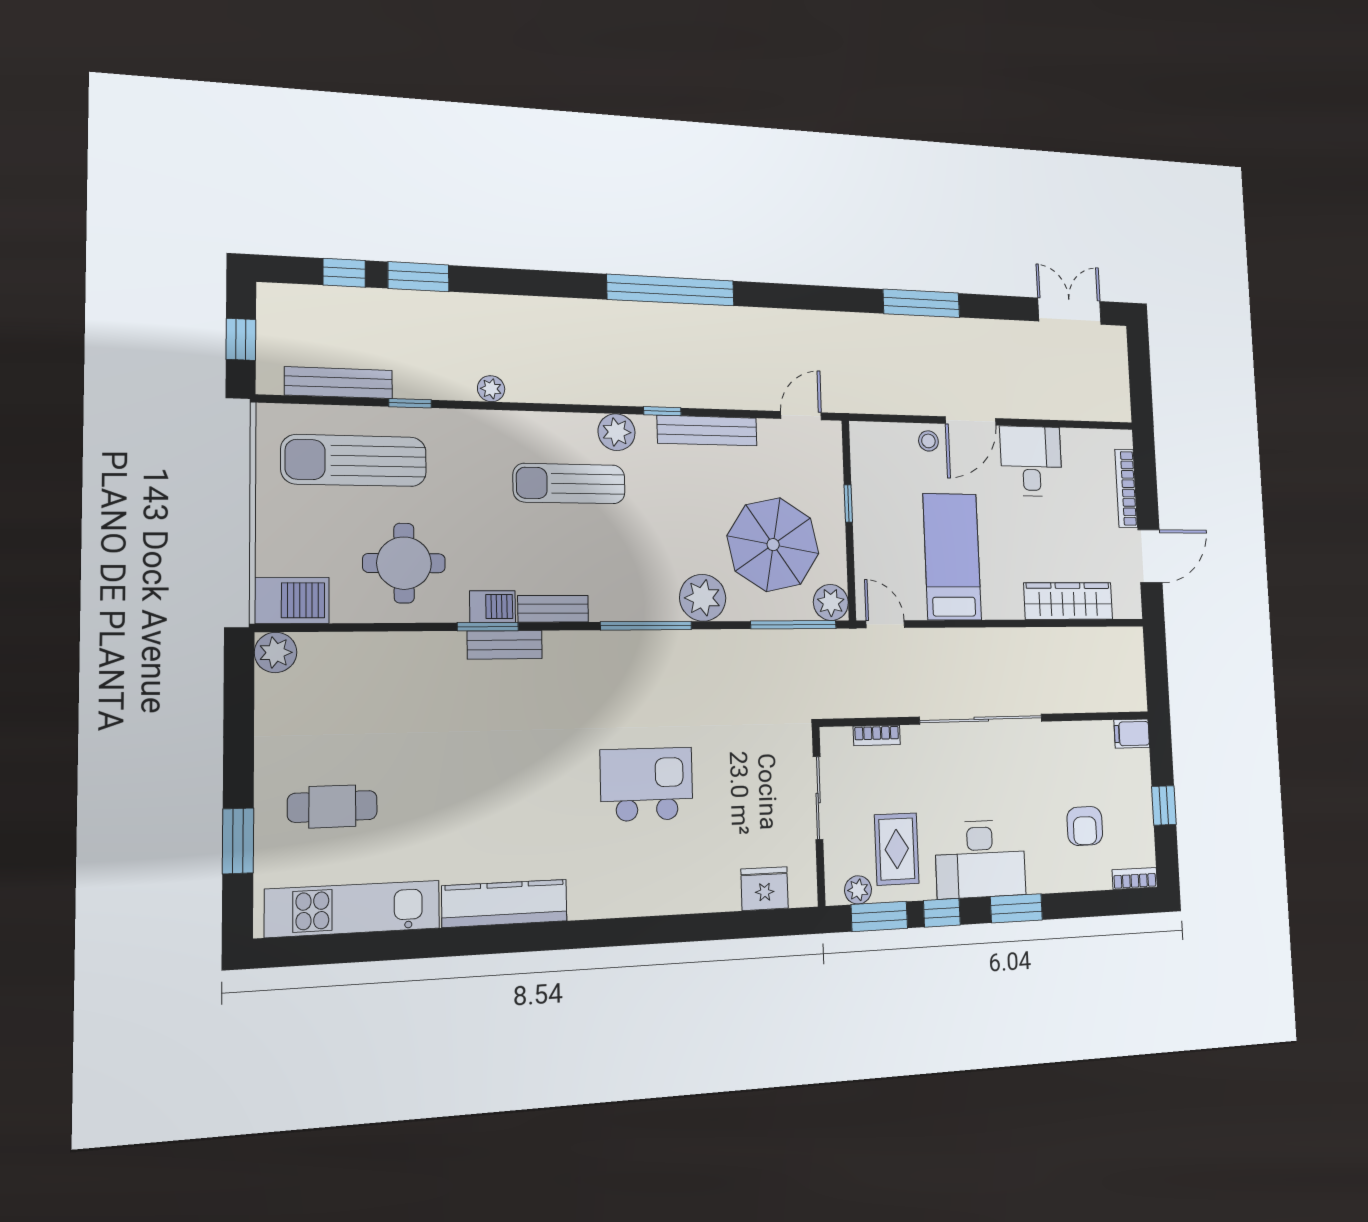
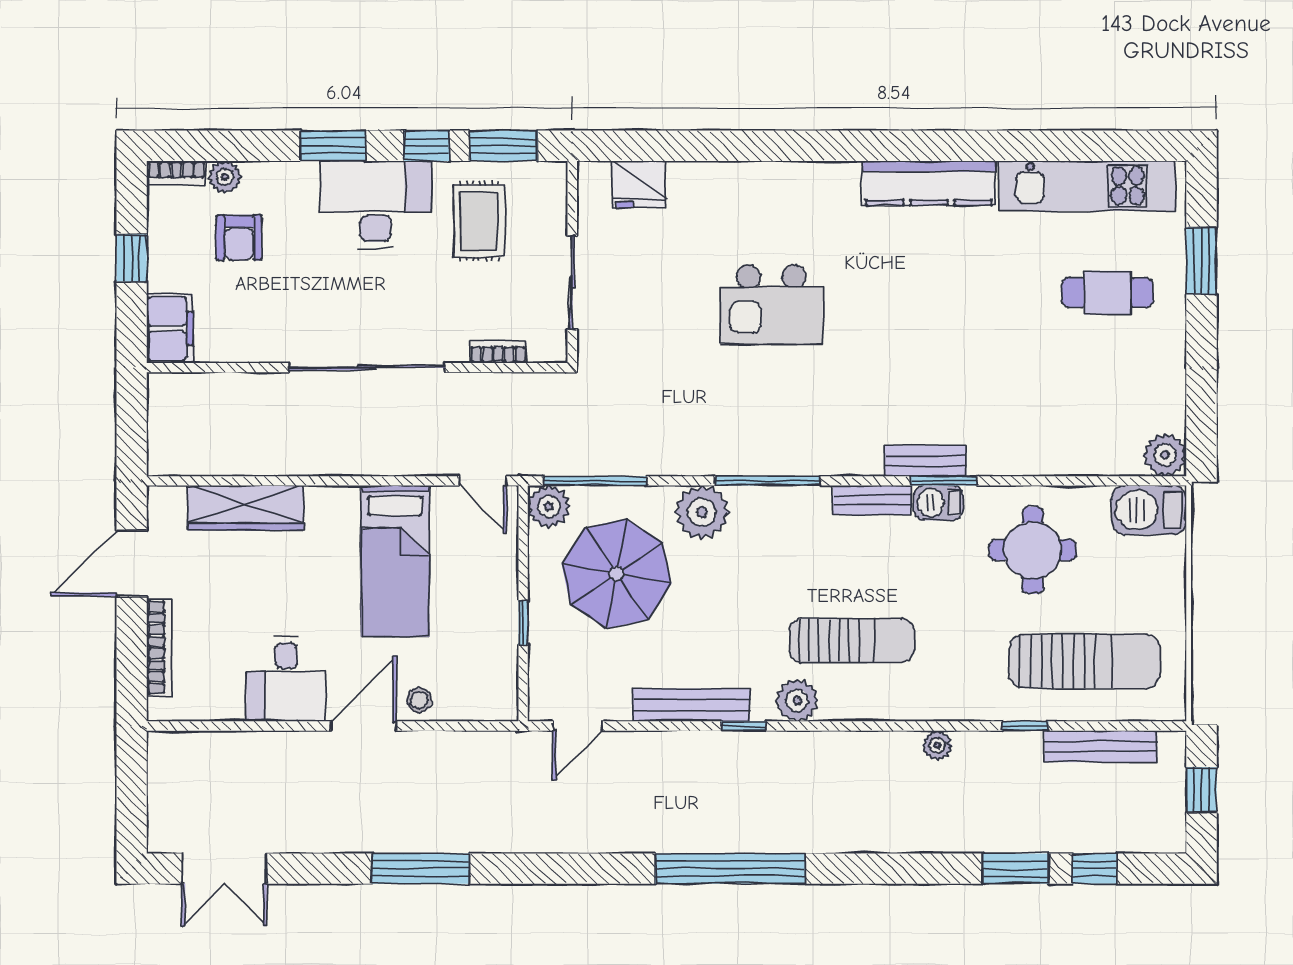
filing cabinet: (1132, 734) -> (170, 329), width x2.00
armchair: (1085, 826) -> (239, 238), turned 180
plant: (858, 890) -> (225, 177), moved

